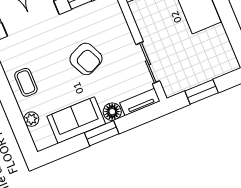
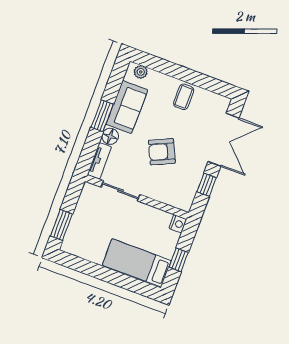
coffee table: (26, 82) -> (184, 97), turned 90
window: (202, 92) -> (61, 225), moved
plant: (31, 119) -> (141, 72), moved

